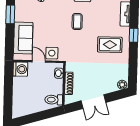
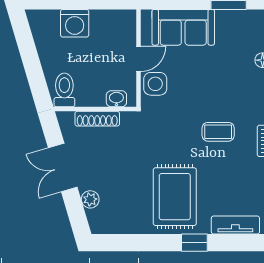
rug: (110, 45) -> (175, 197), width x1.36, depth x1.43
washing machine: (20, 69) -> (75, 23), moved
plant: (122, 85) -> (90, 199), moved

